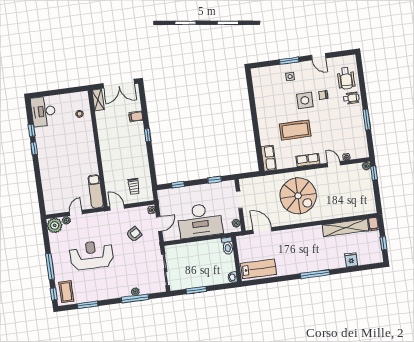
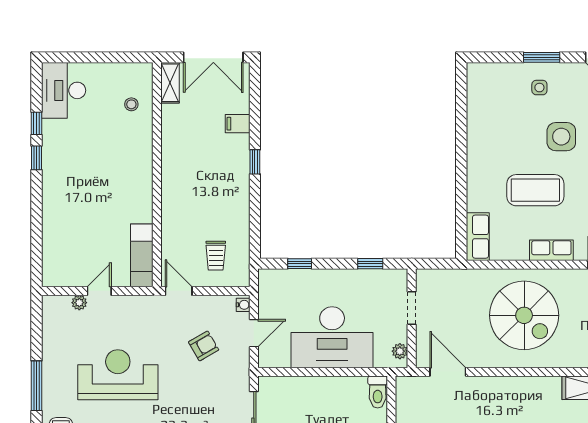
plant: (55, 225) -> (56, 309), removed

